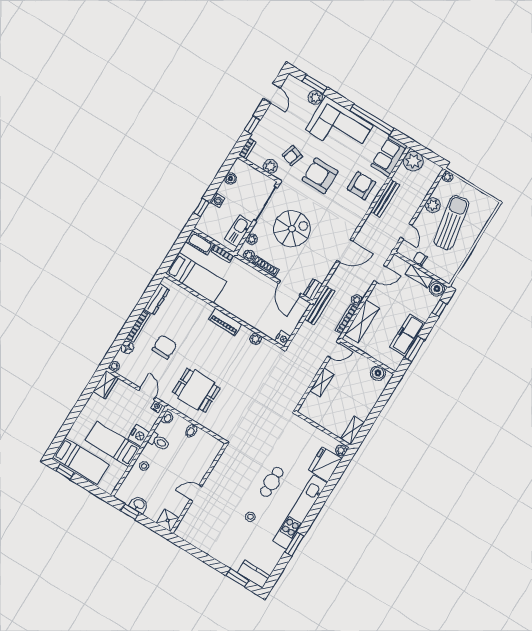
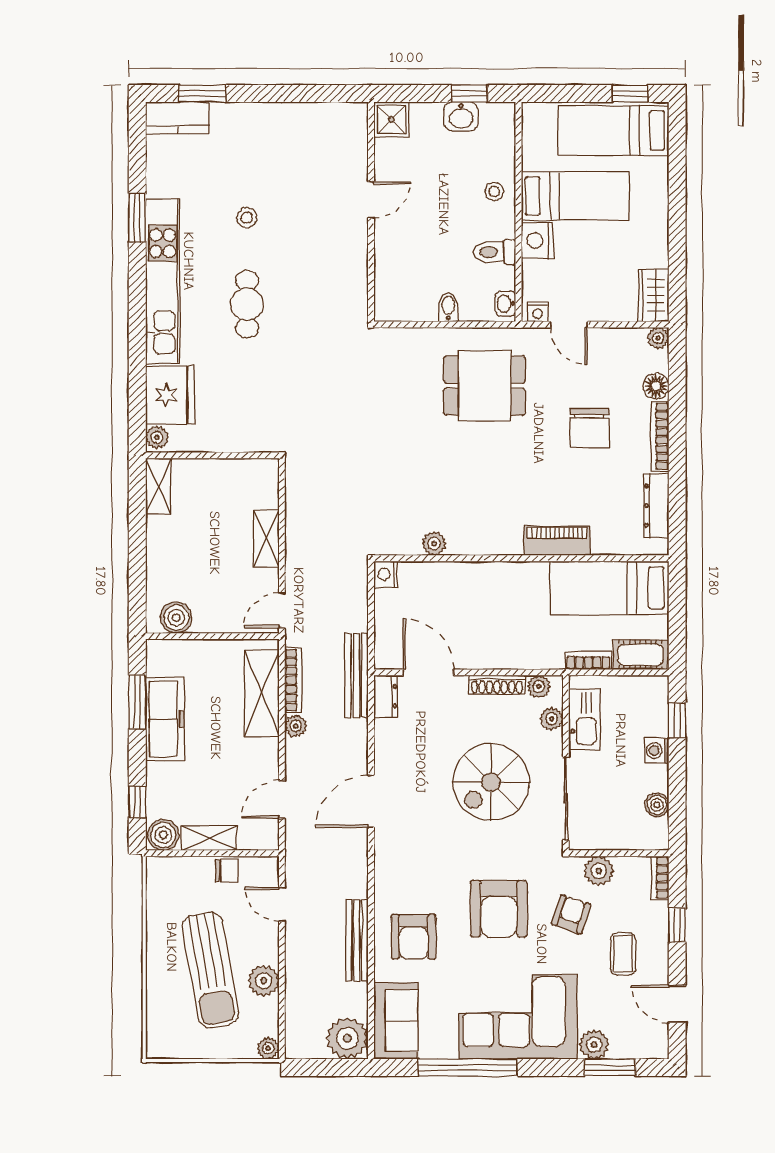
coffee table: (281, 127) -> (623, 954), added
armchair: (320, 176) -> (499, 909), turned 90
piano: (225, 322) -> (557, 541), moved

